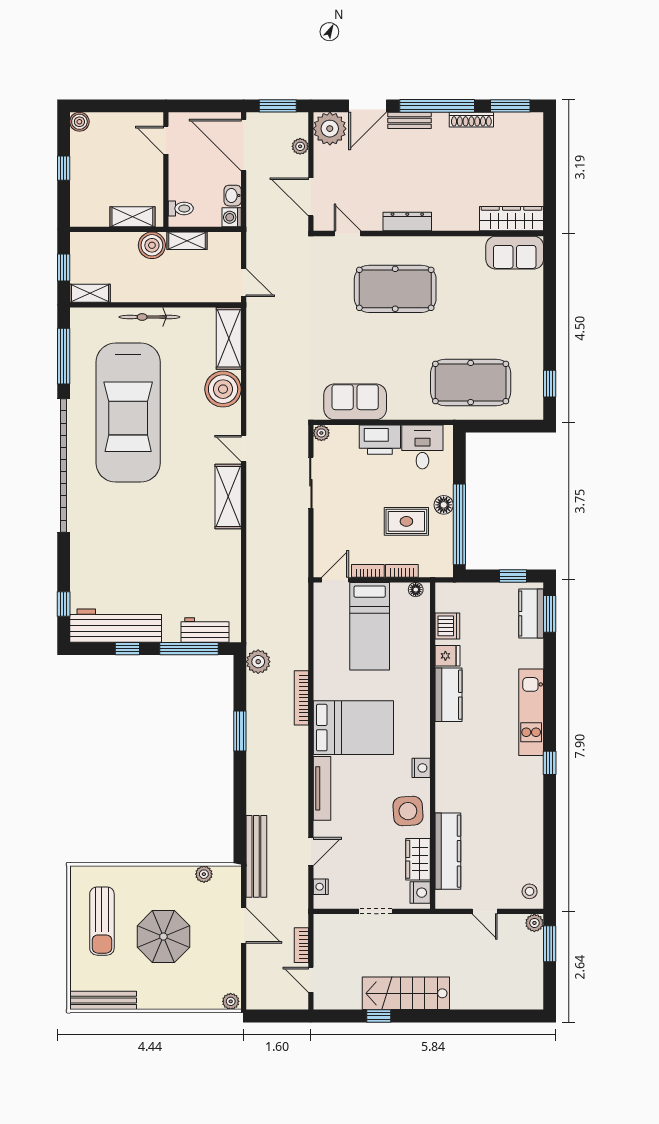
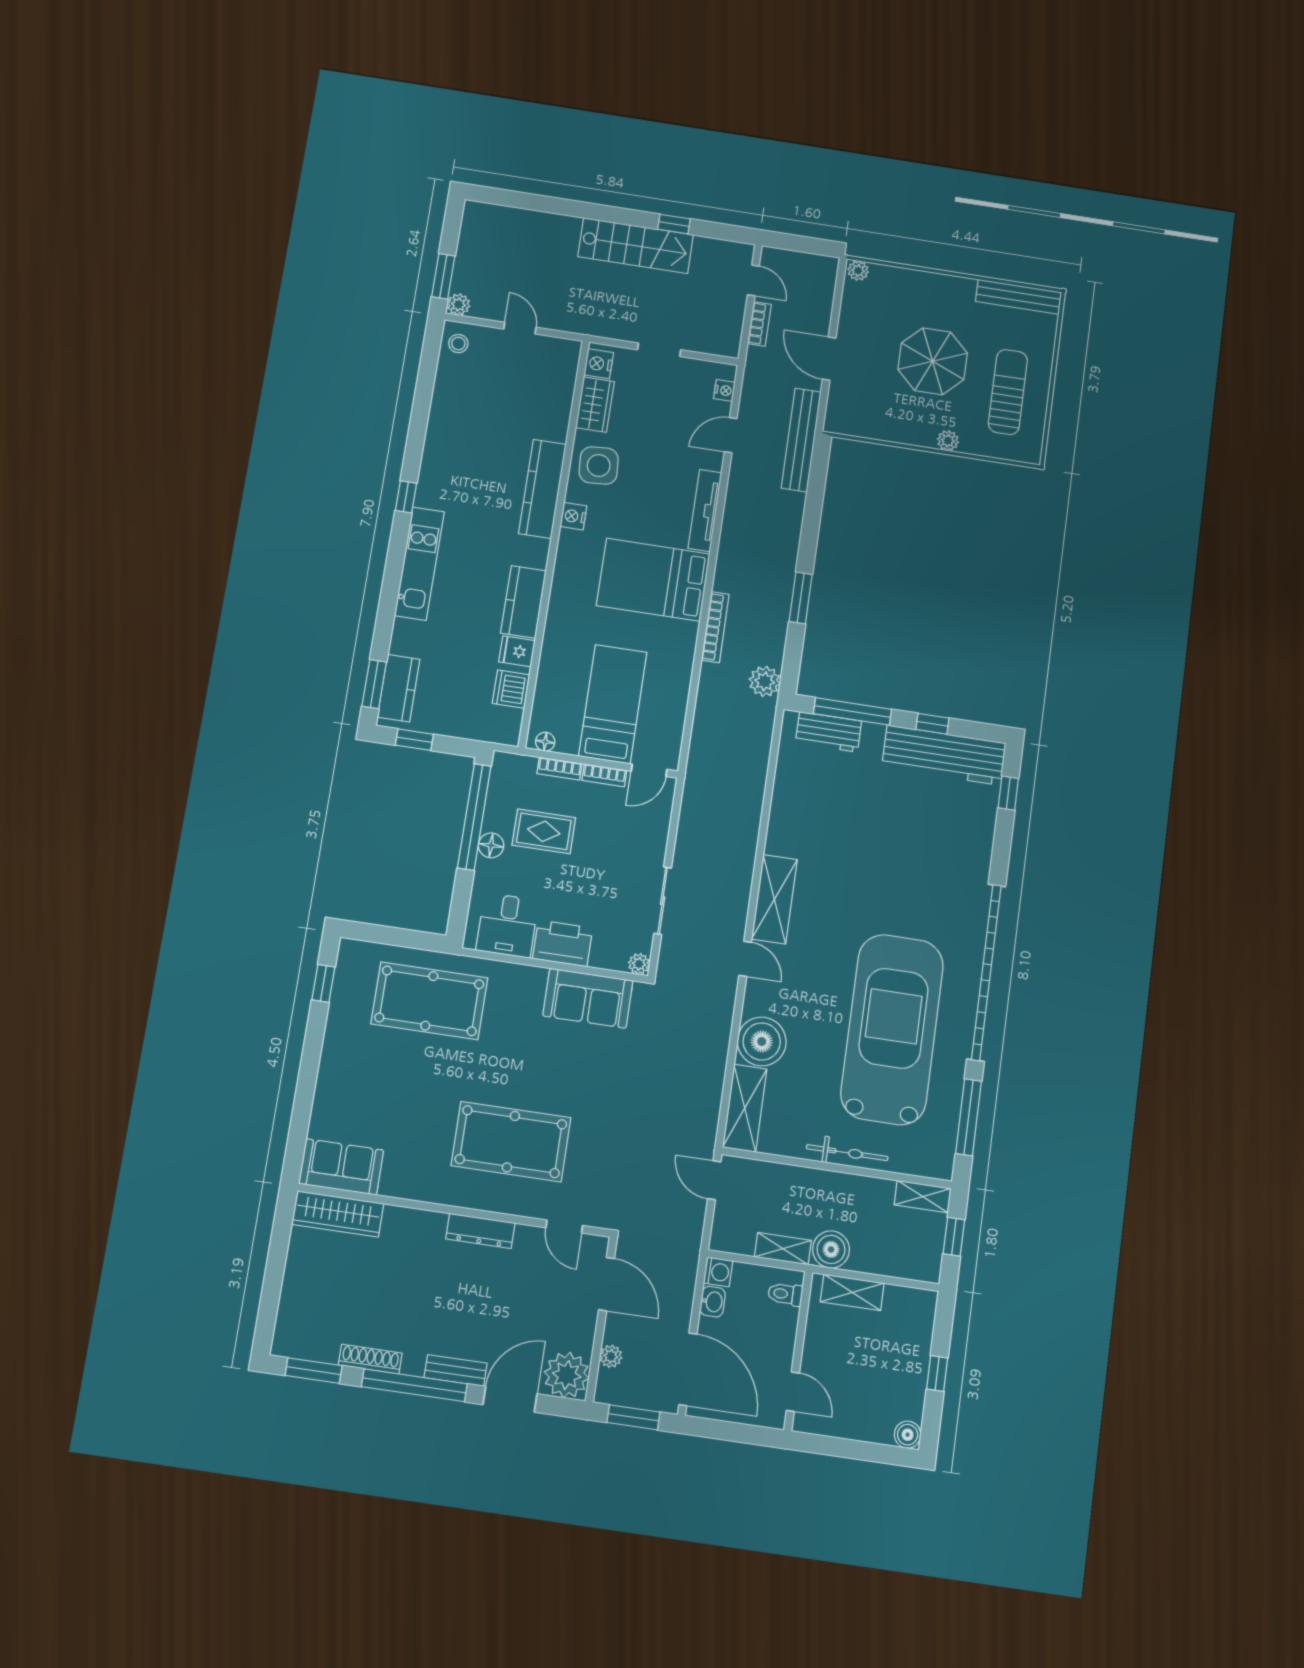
kitchen counter: (448, 851) -> (542, 489), moved
plant: (204, 874) -> (948, 441), moved

